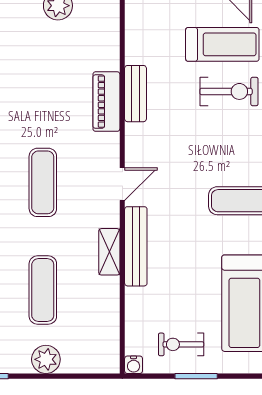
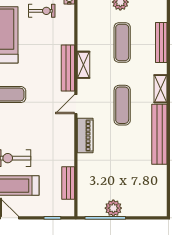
bench: (135, 94) -> (68, 183), moved
piano: (106, 102) -> (85, 136), moved

